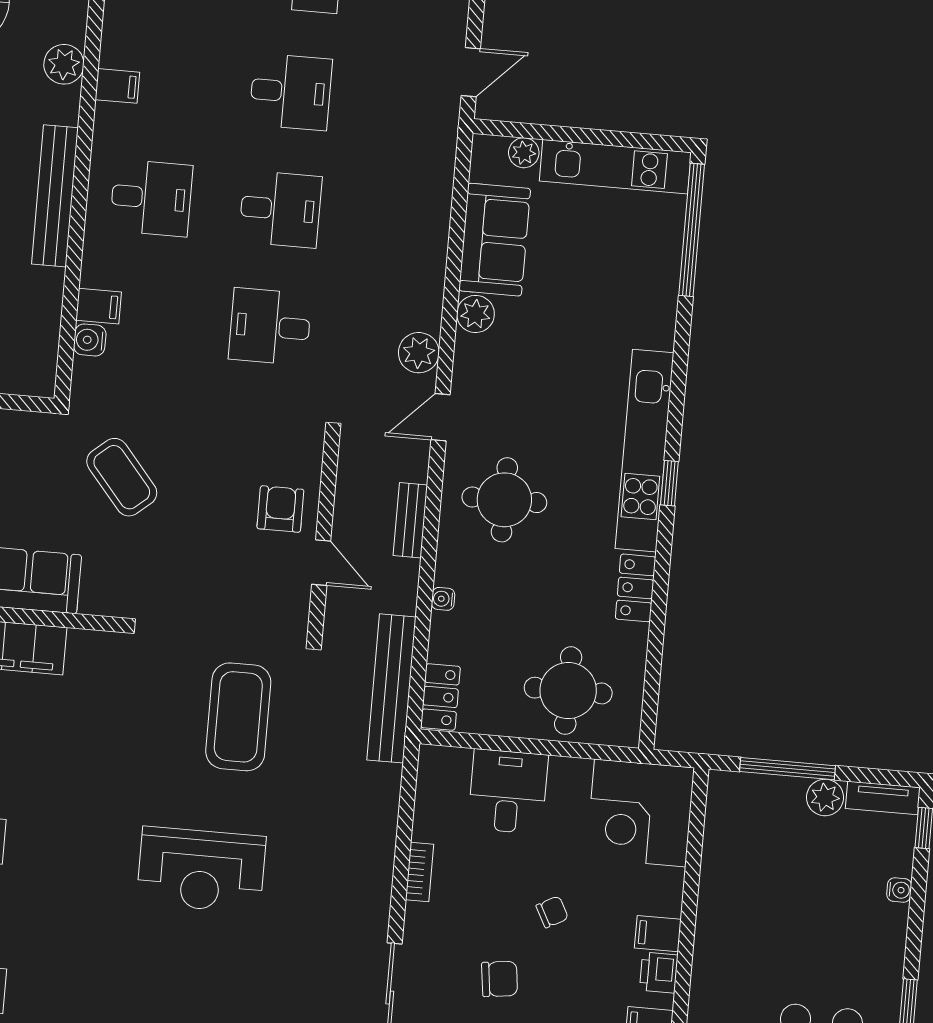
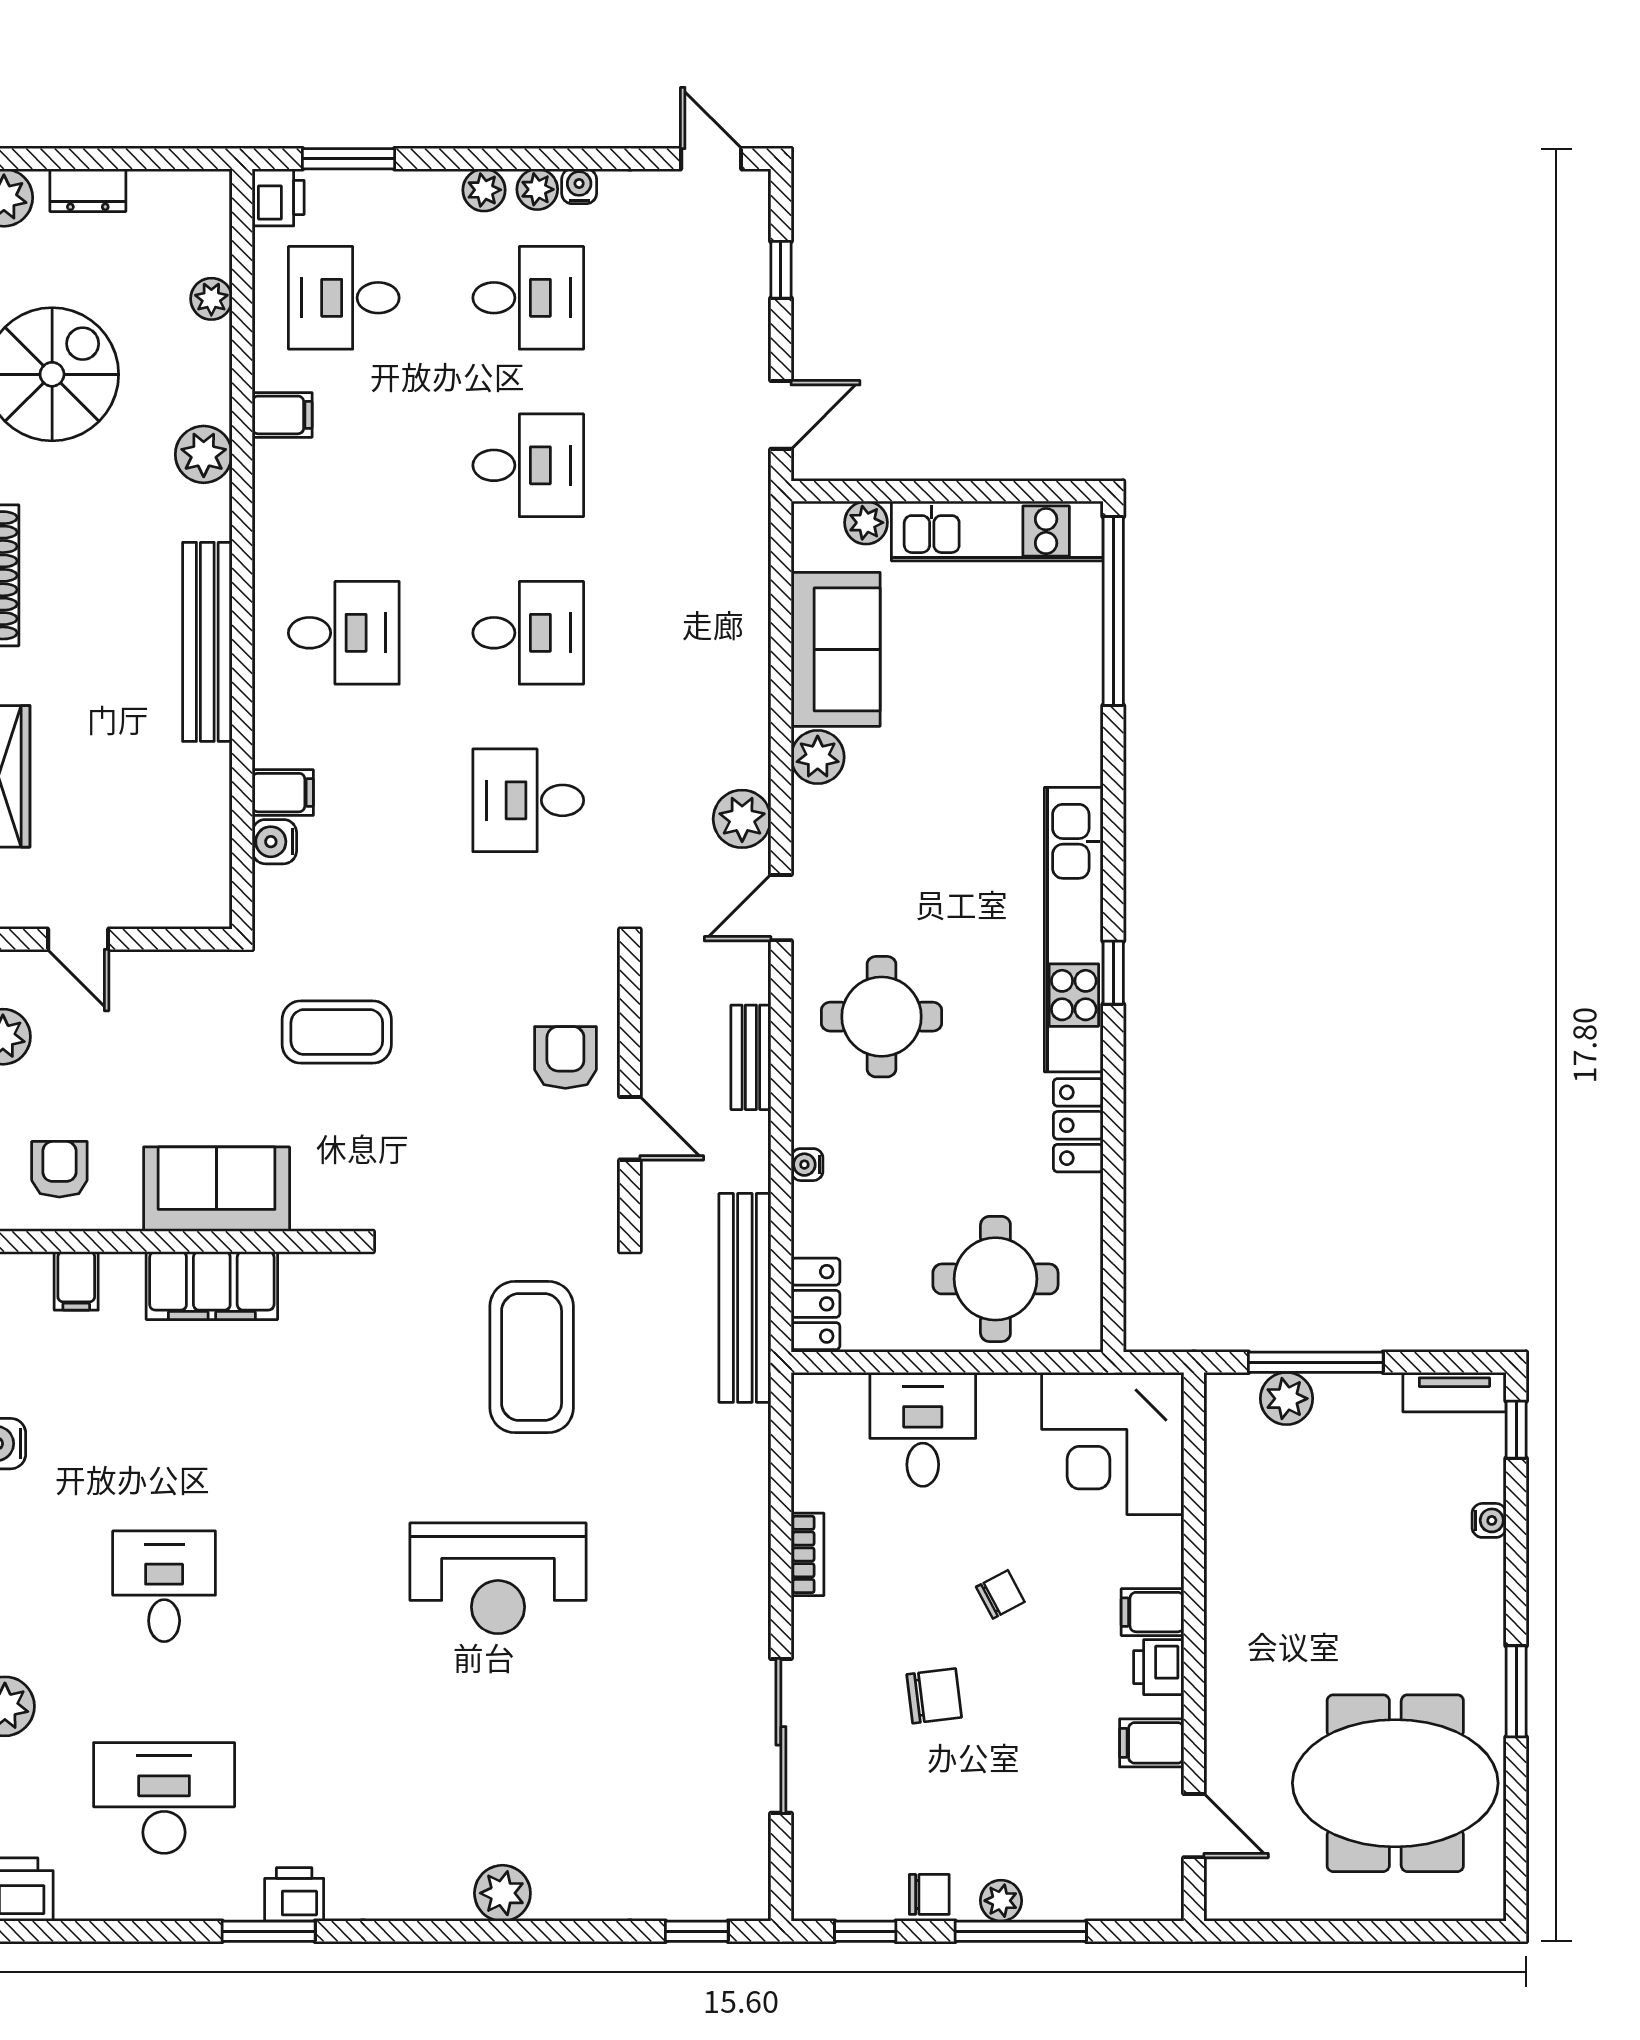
filing cabinet: (117, 86) -> (282, 415), moved
coffee table: (122, 477) -> (337, 1032), turned -50
plant: (825, 797) -> (1286, 1399), moved

